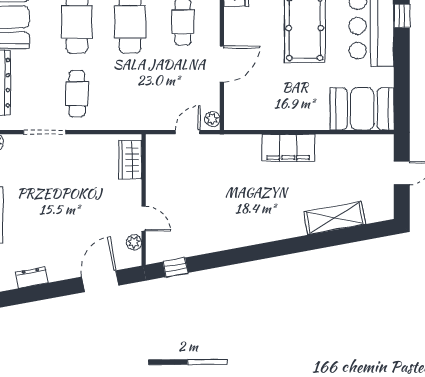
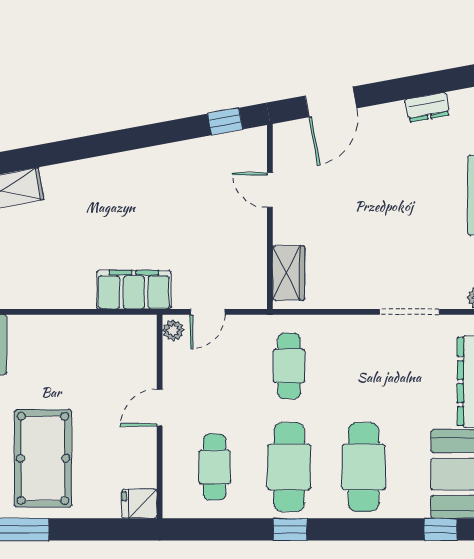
door: (222, 64) -> (160, 408), width x0.73
cafe table: (77, 94) -> (289, 366), moved
filing cabinet: (288, 148) -> (134, 290), moved
plant: (134, 242) -> (283, 157), removed

